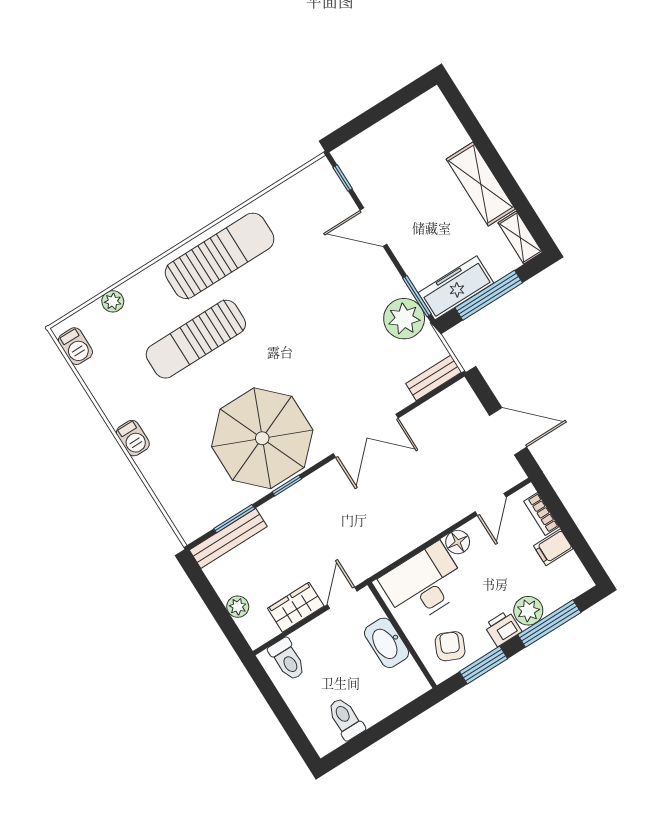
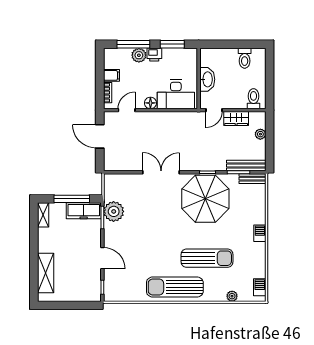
shelving: (481, 184) -> (46, 273), moved
bench: (434, 378) -> (252, 179), moved
armchair: (450, 646) -> (181, 61), removed

